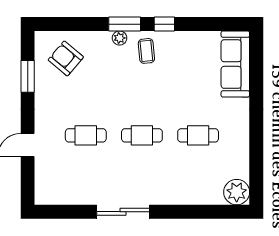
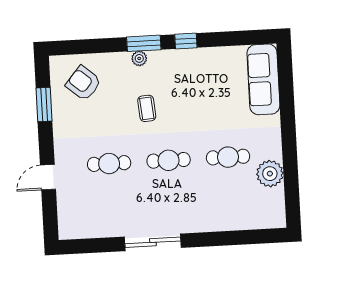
coffee table: (146, 51) -> (147, 108), moved
plant: (237, 192) -> (270, 174), moved

